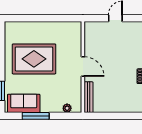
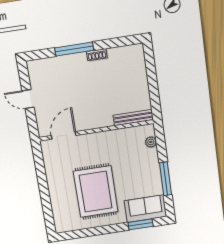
door: (83, 67) -> (64, 135), moved
sofa: (24, 103) -> (145, 209), moved, turned 90

